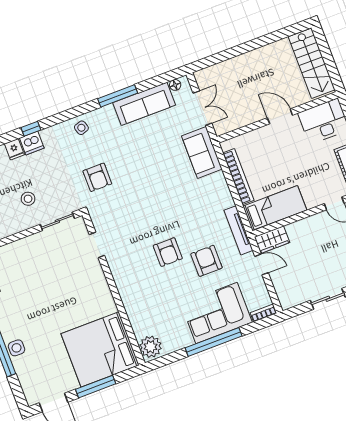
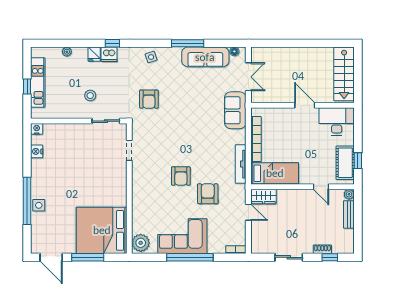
tv unit: (238, 230) -> (241, 164), moved
corner sofa: (217, 313) -> (182, 236), moved

